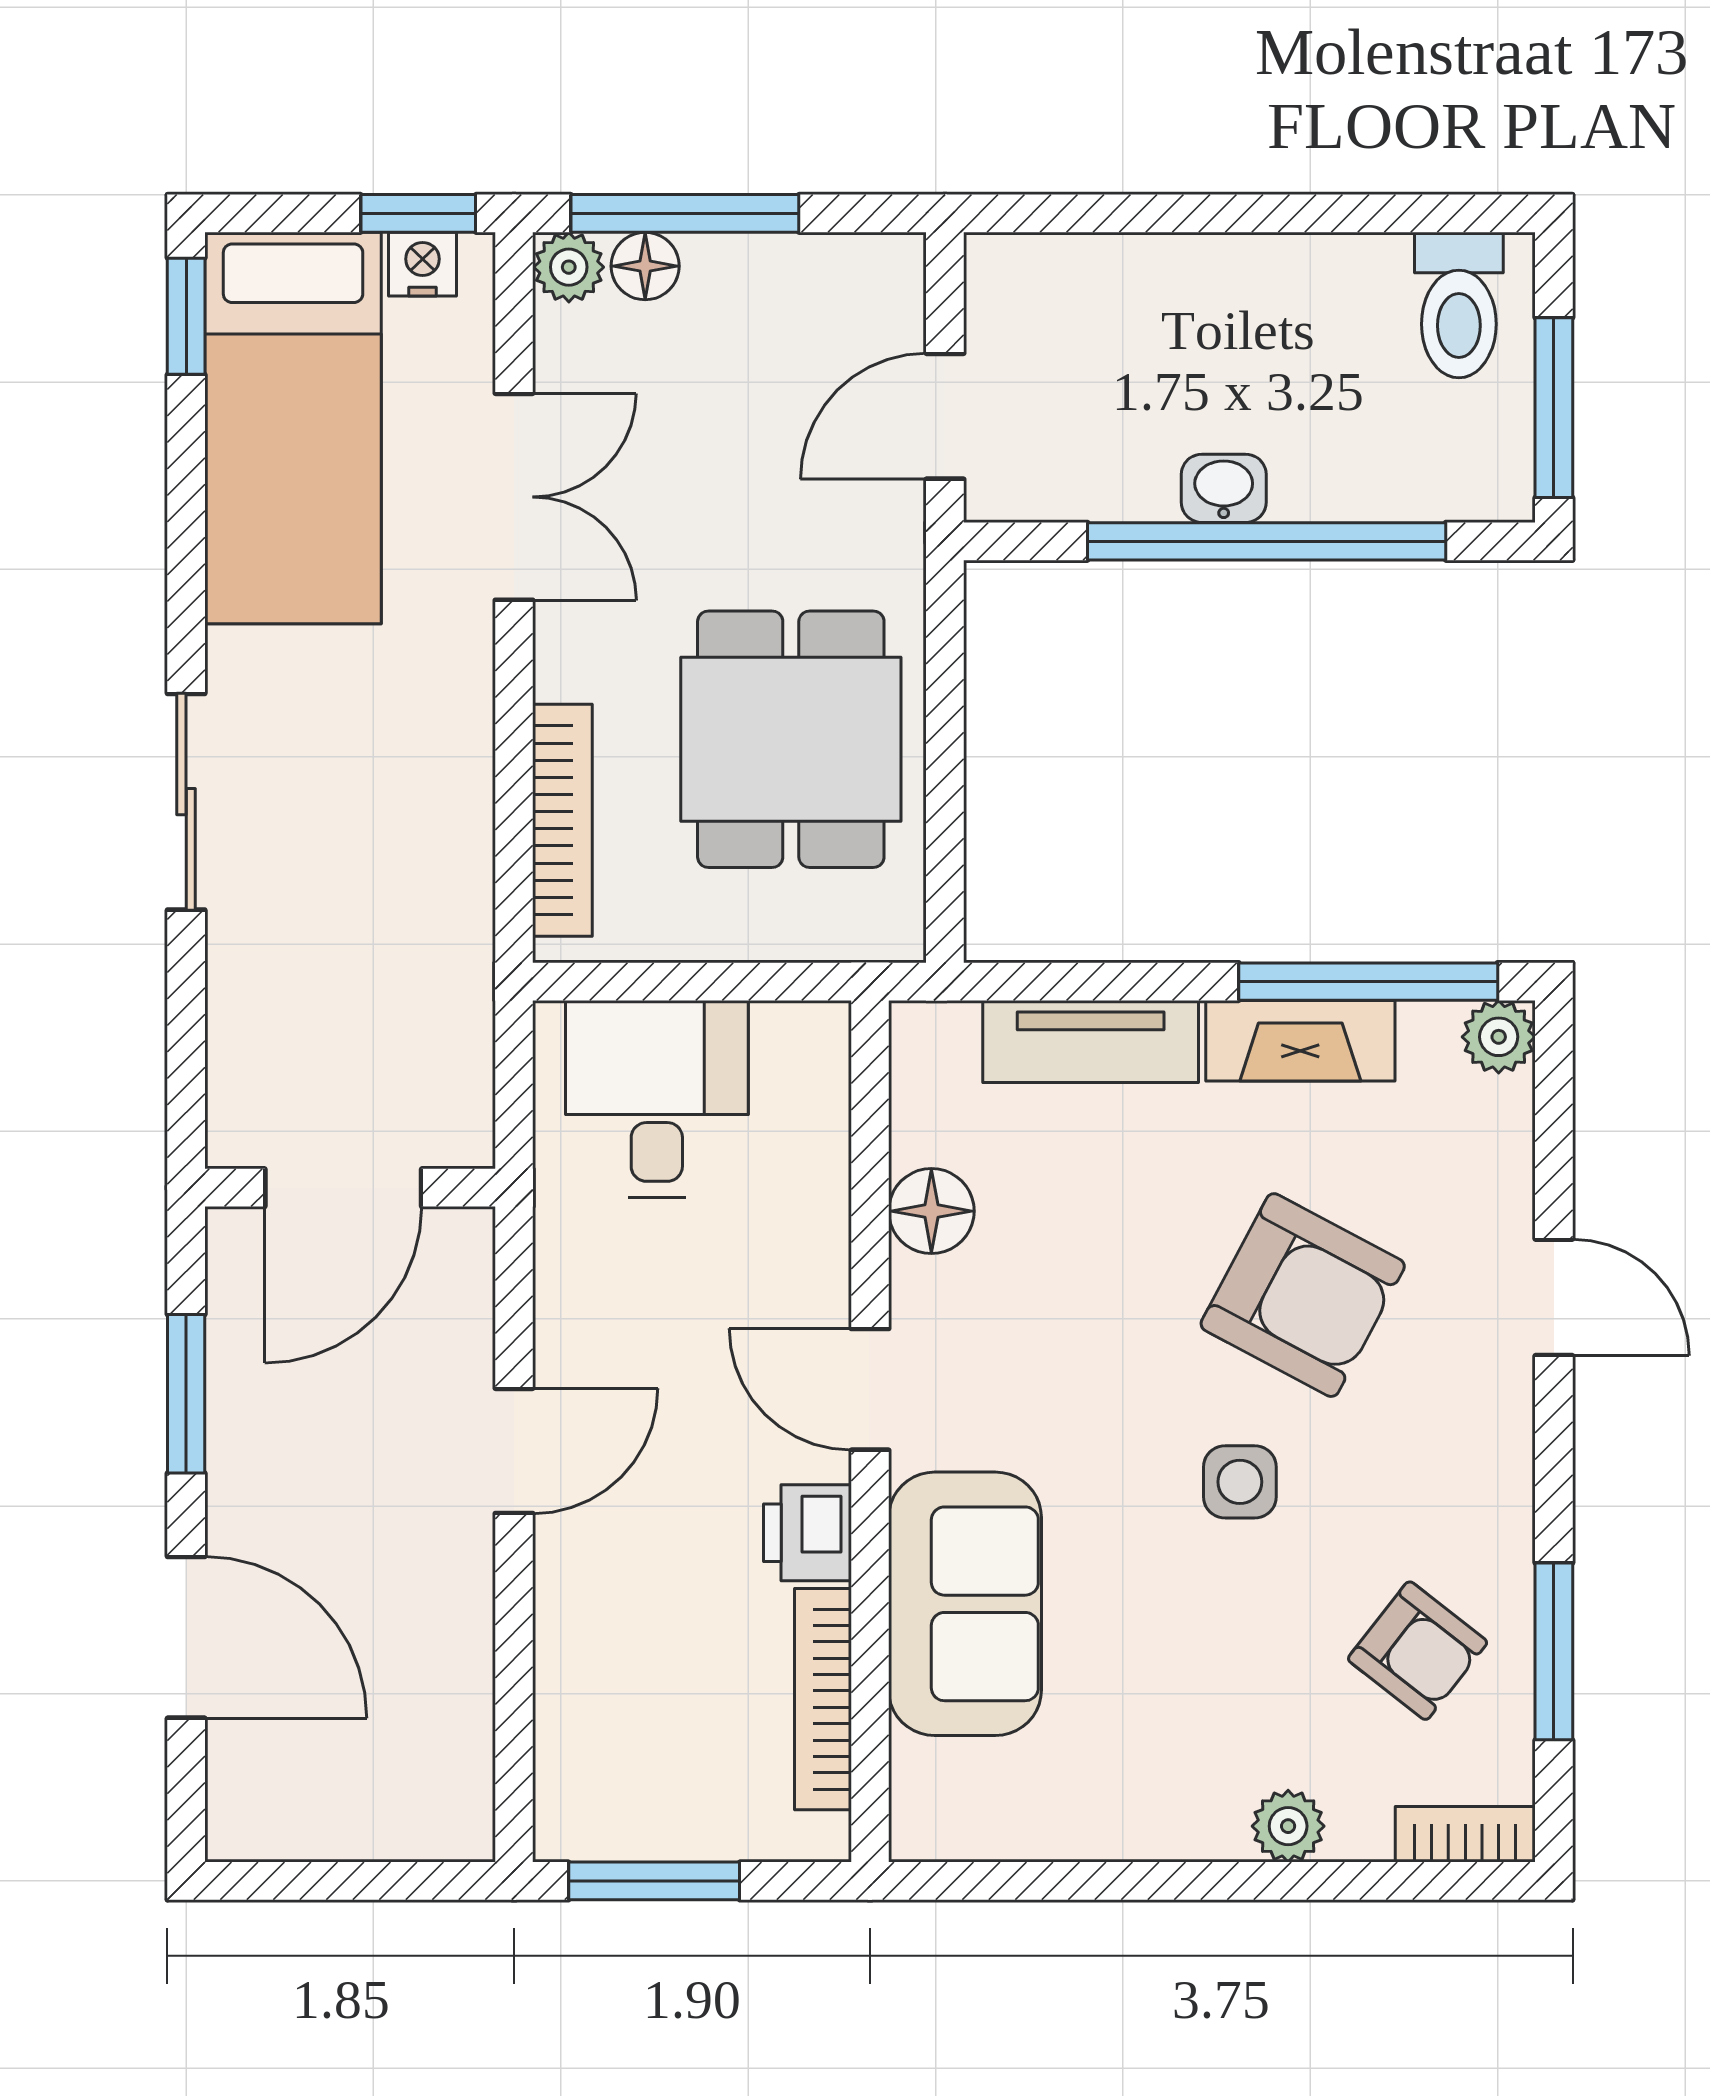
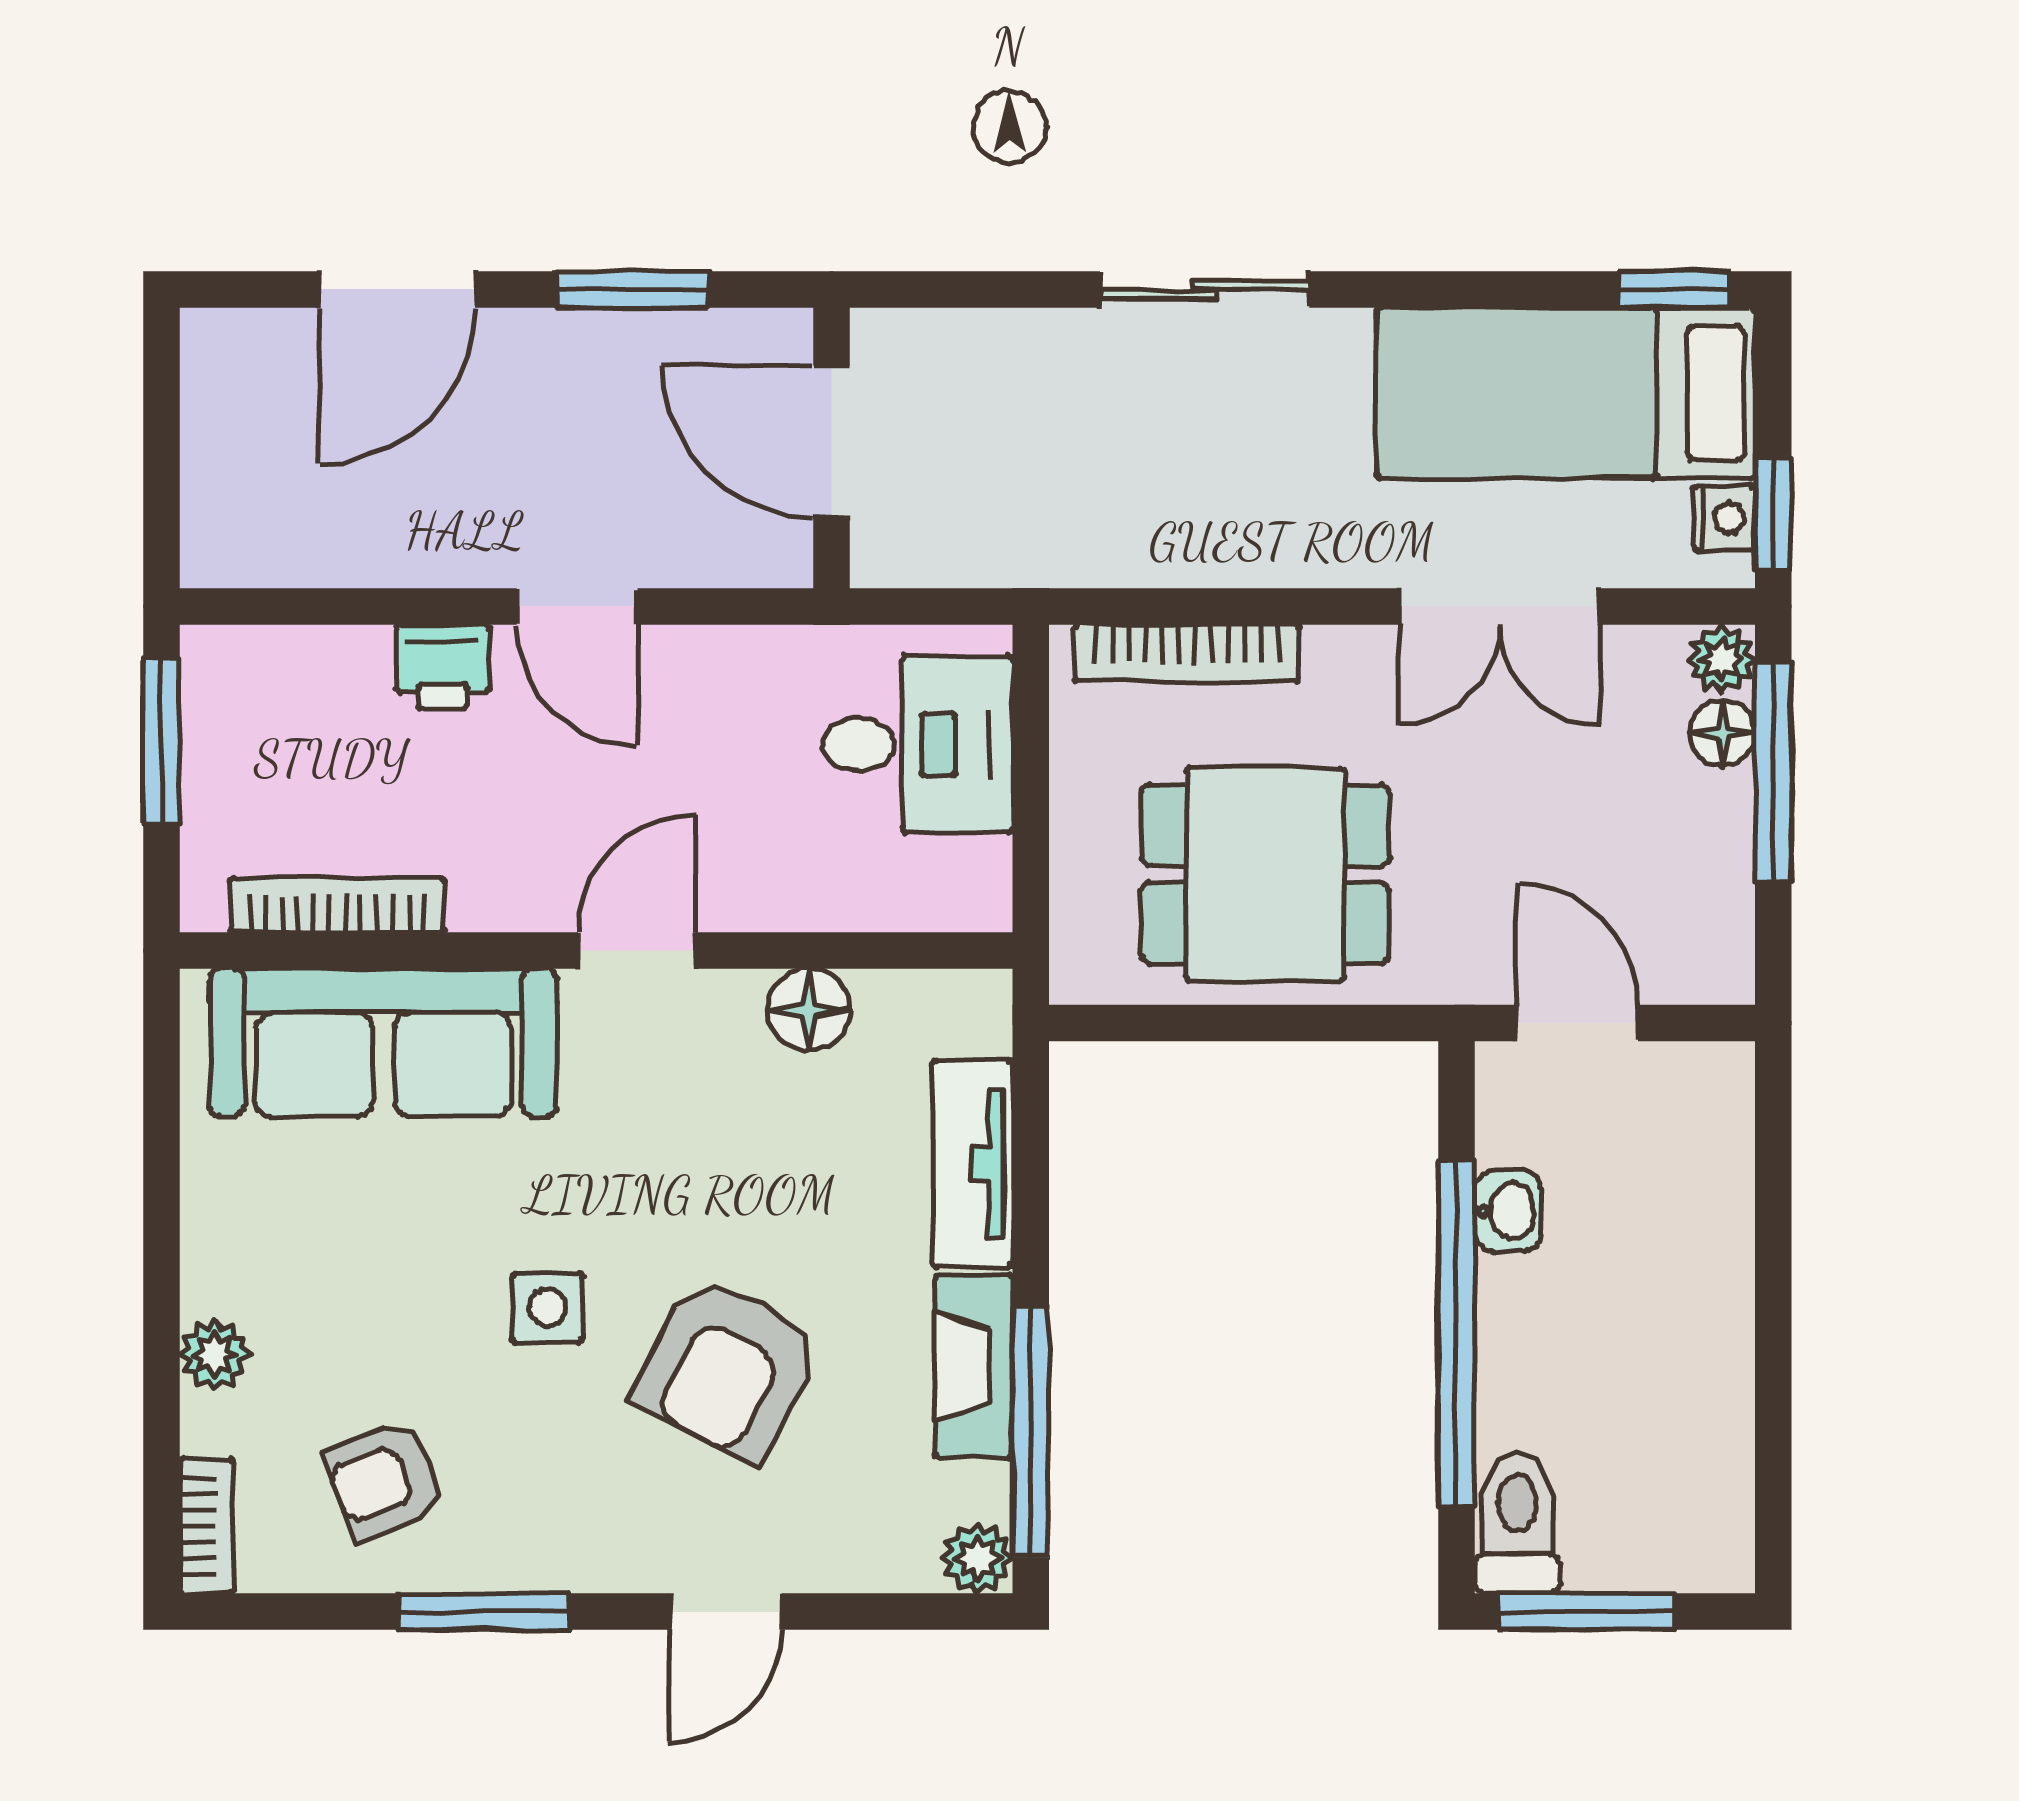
toilet: (1459, 305) -> (1517, 1523), moved, turned 90
washbasin: (1224, 488) -> (1508, 1211), moved
printer: (807, 1533) -> (443, 667), moved, turned 180
sofa: (965, 1604) -> (383, 1042), width x1.36
armchair: (1418, 1651) -> (384, 1480), turned 31
window: (1554, 1651) -> (485, 1612), moved

